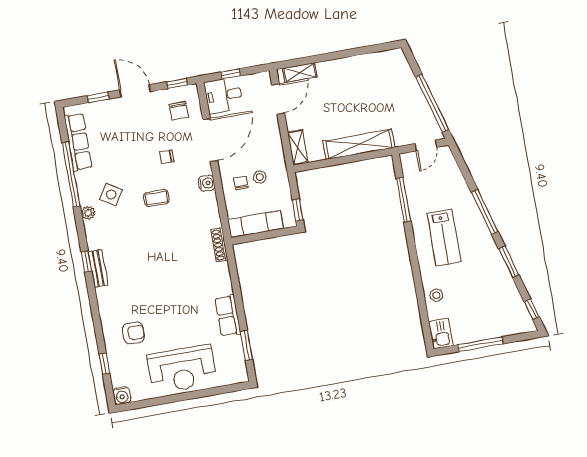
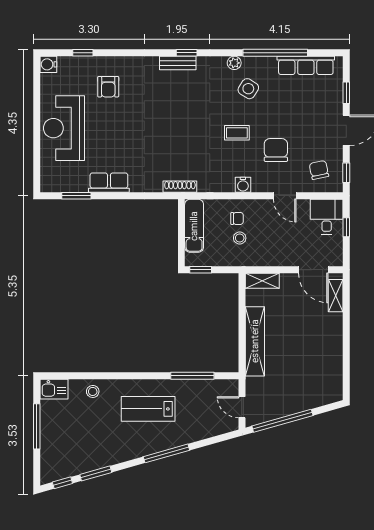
chair: (179, 111) -> (319, 170), turned 78
door: (210, 140) -> (285, 196), width x0.53
chair: (167, 157) -> (276, 150), width x1.87, depth x1.87
coffee table: (157, 198) -> (237, 133), turned 90
window: (509, 262) -> (96, 473), moved

